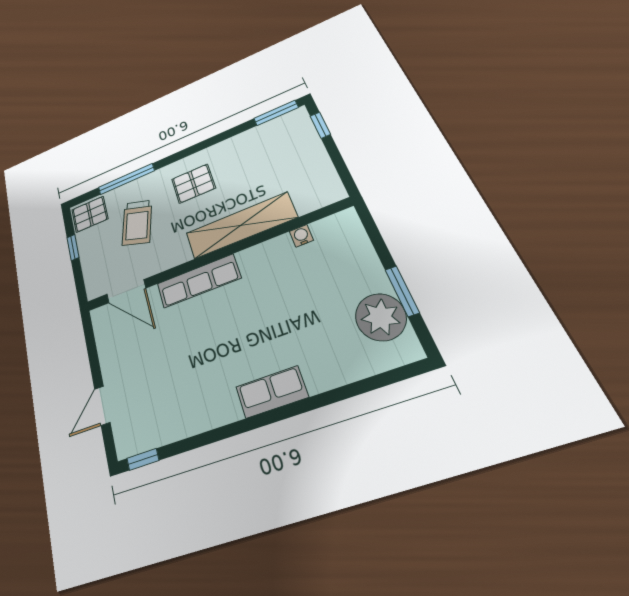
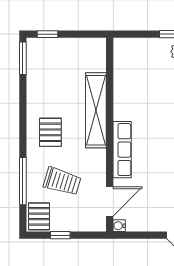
water cooler: (301, 236) -> (119, 226), moved

